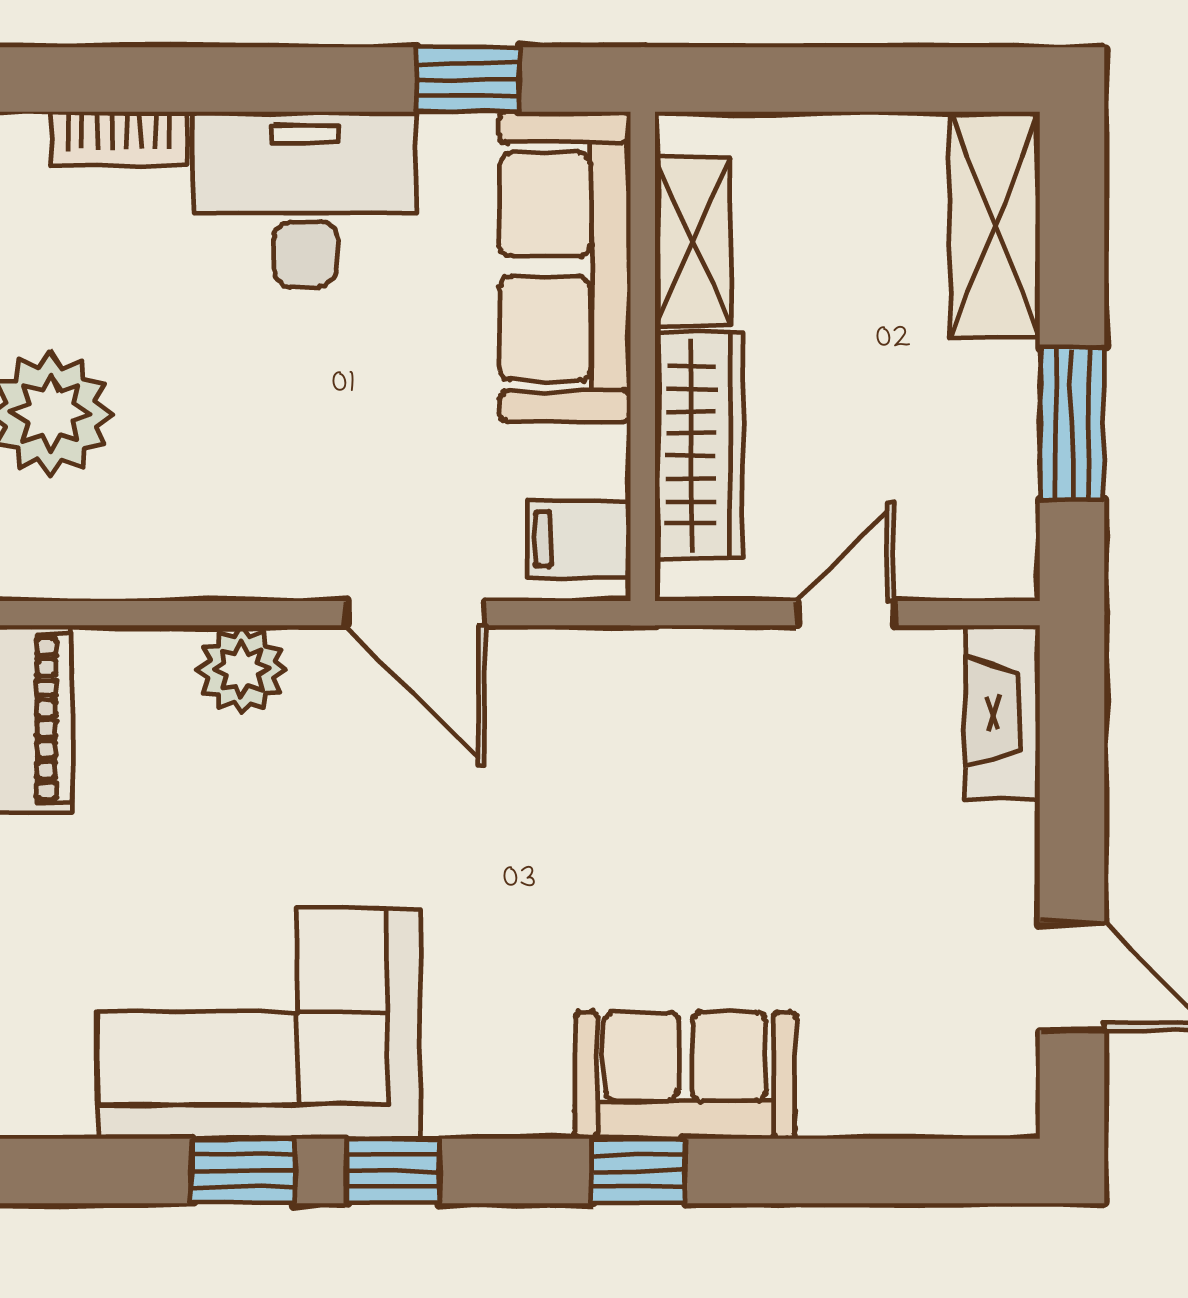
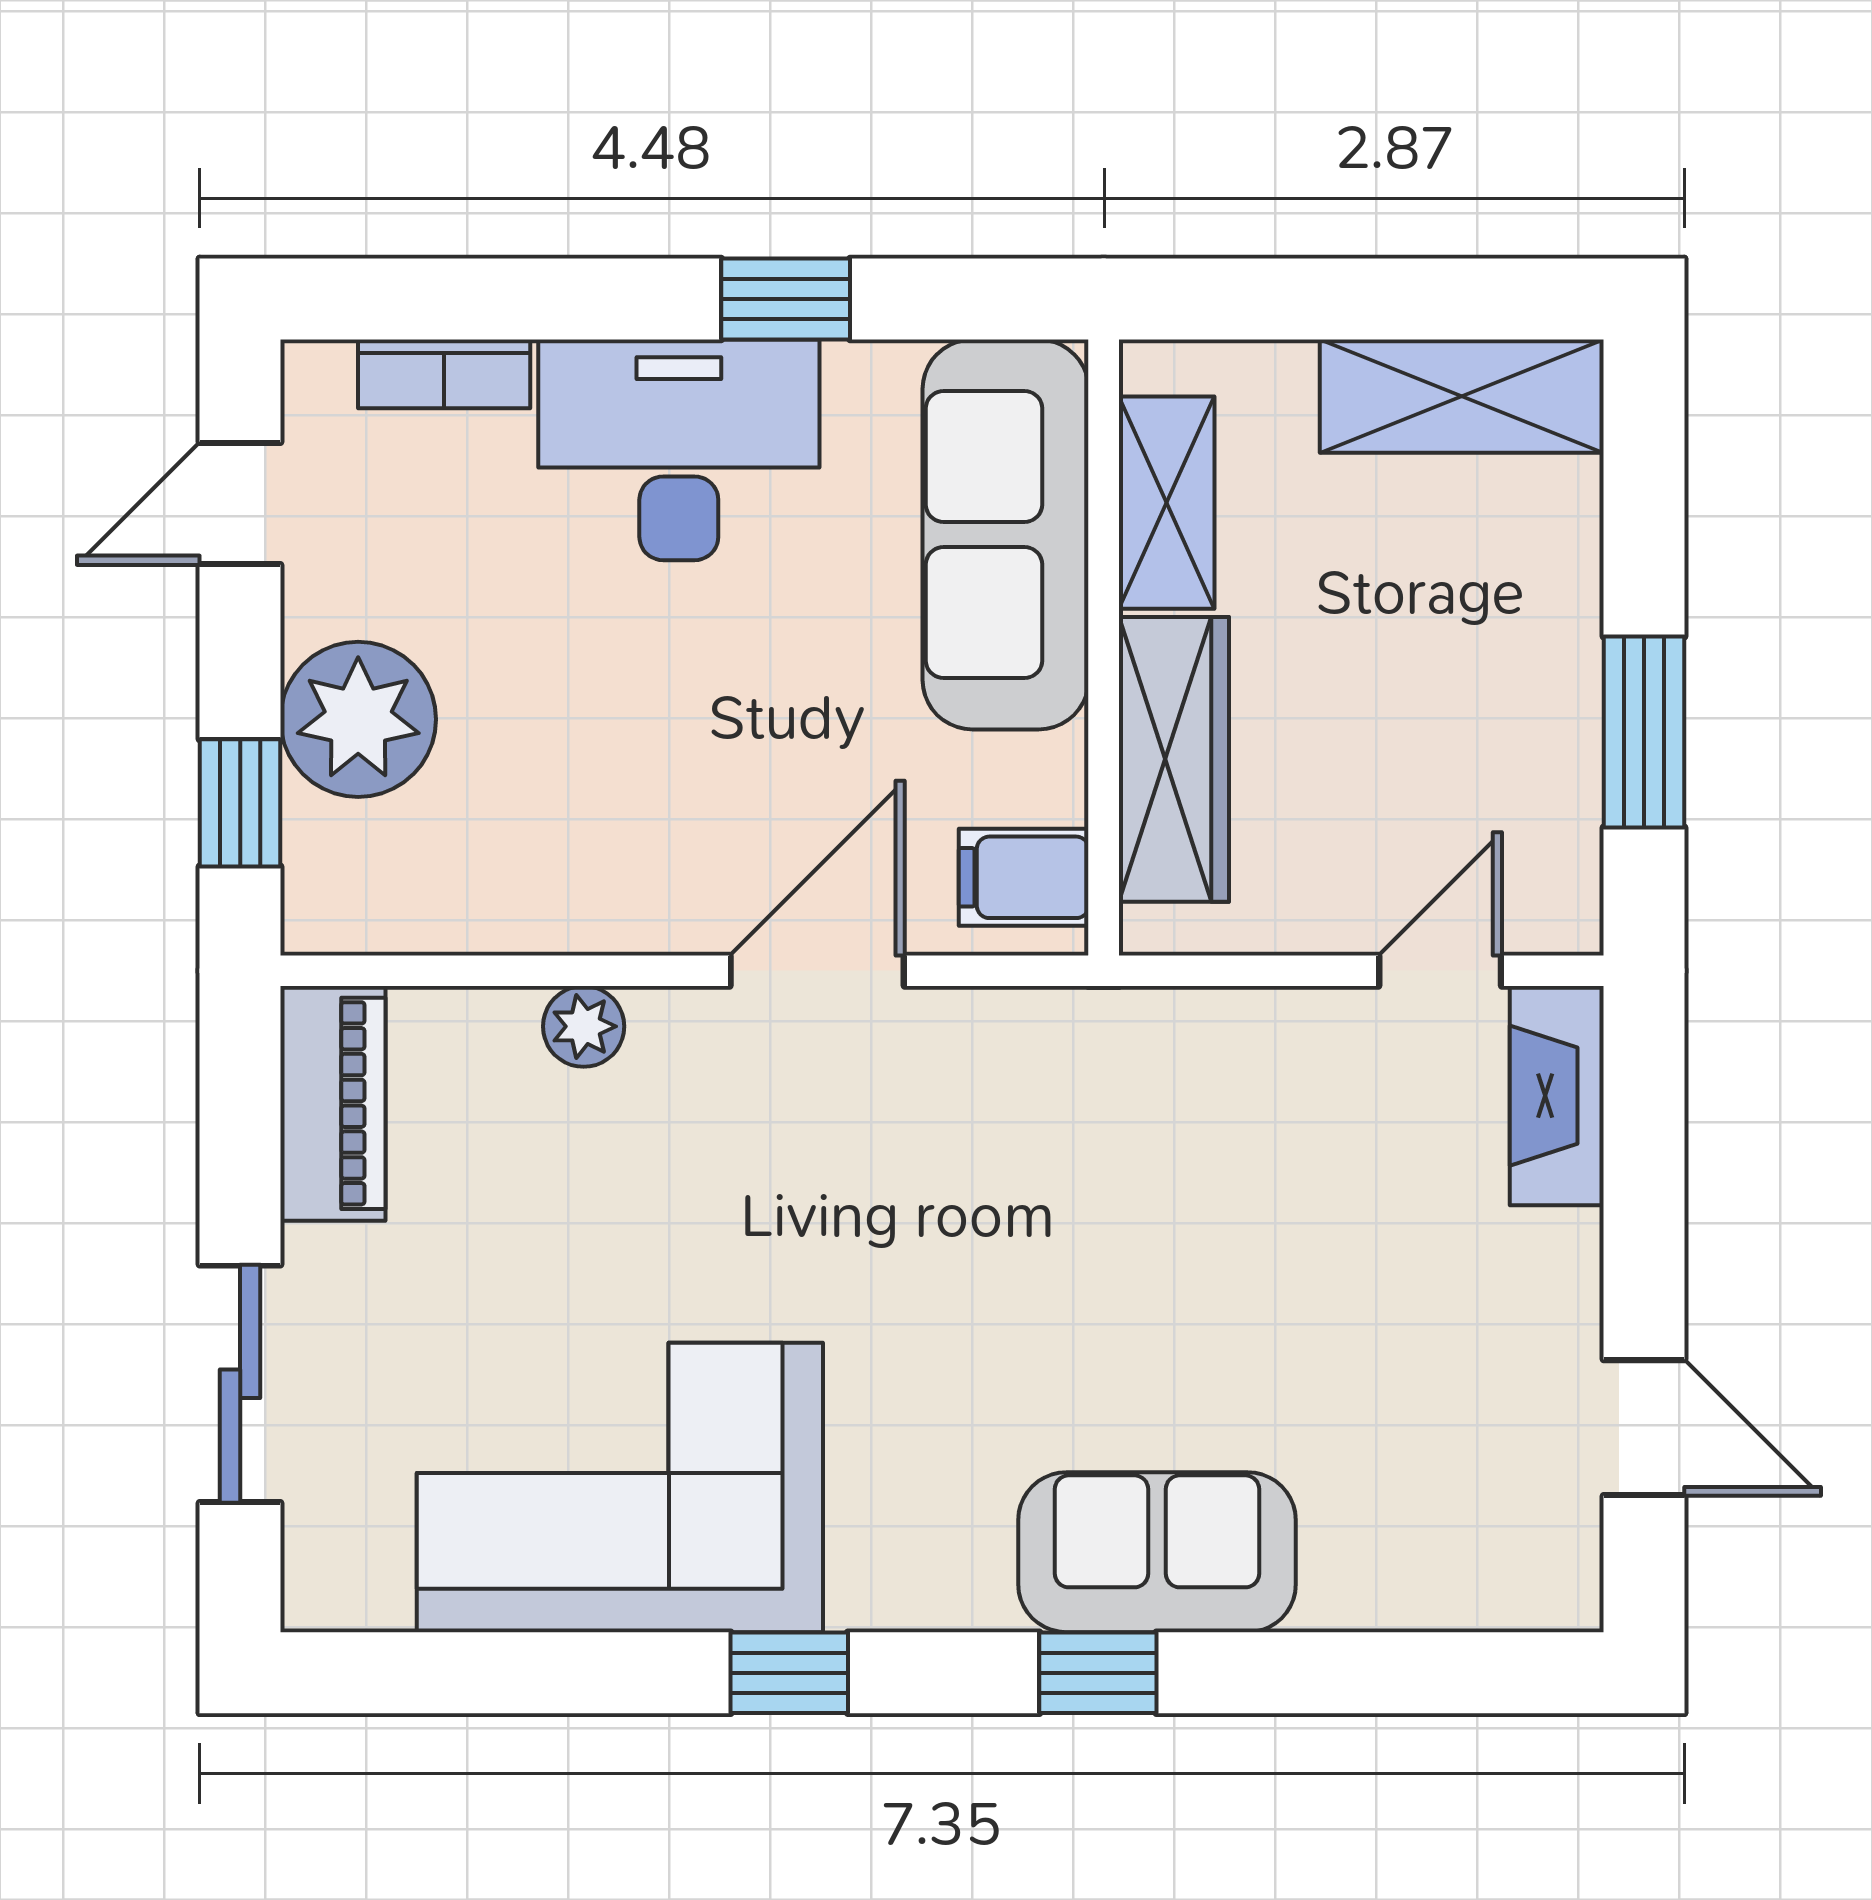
window: (468, 80) -> (786, 299), moved
shelving: (995, 224) -> (1462, 396), moved, turned 90
door: (415, 613) -> (817, 971), swing flipped
door: (846, 613) -> (1440, 971), moved
plant: (242, 670) -> (584, 1026), width x0.73, depth x0.73
window: (243, 1171) -> (601, 1673), removed

